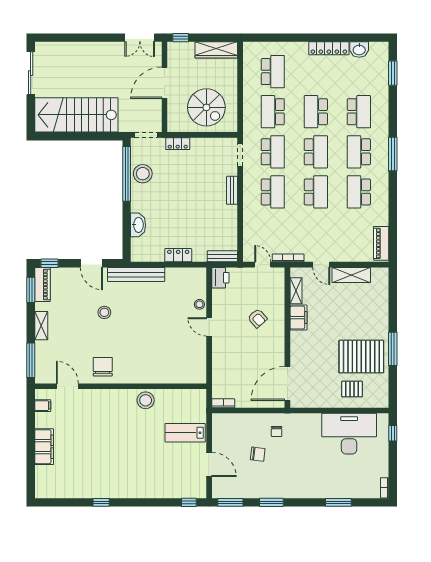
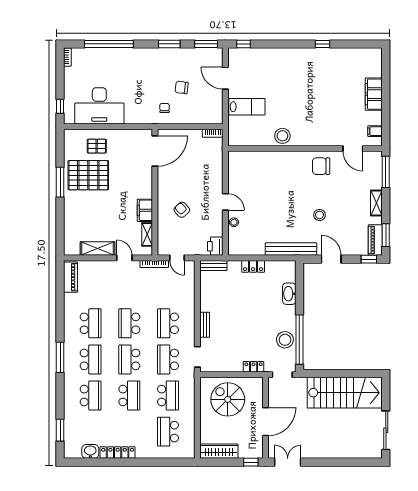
school desk: (359, 112) -> (91, 396), turned 180
chair: (103, 367) -> (321, 166), turned 90
window: (338, 502) -> (109, 44), width x2.11

